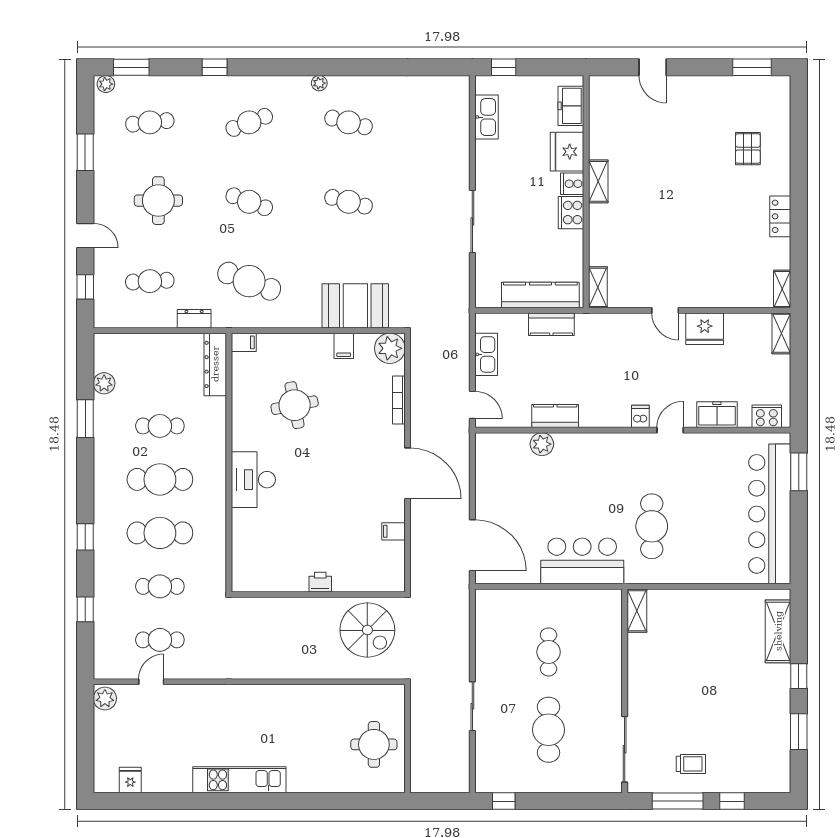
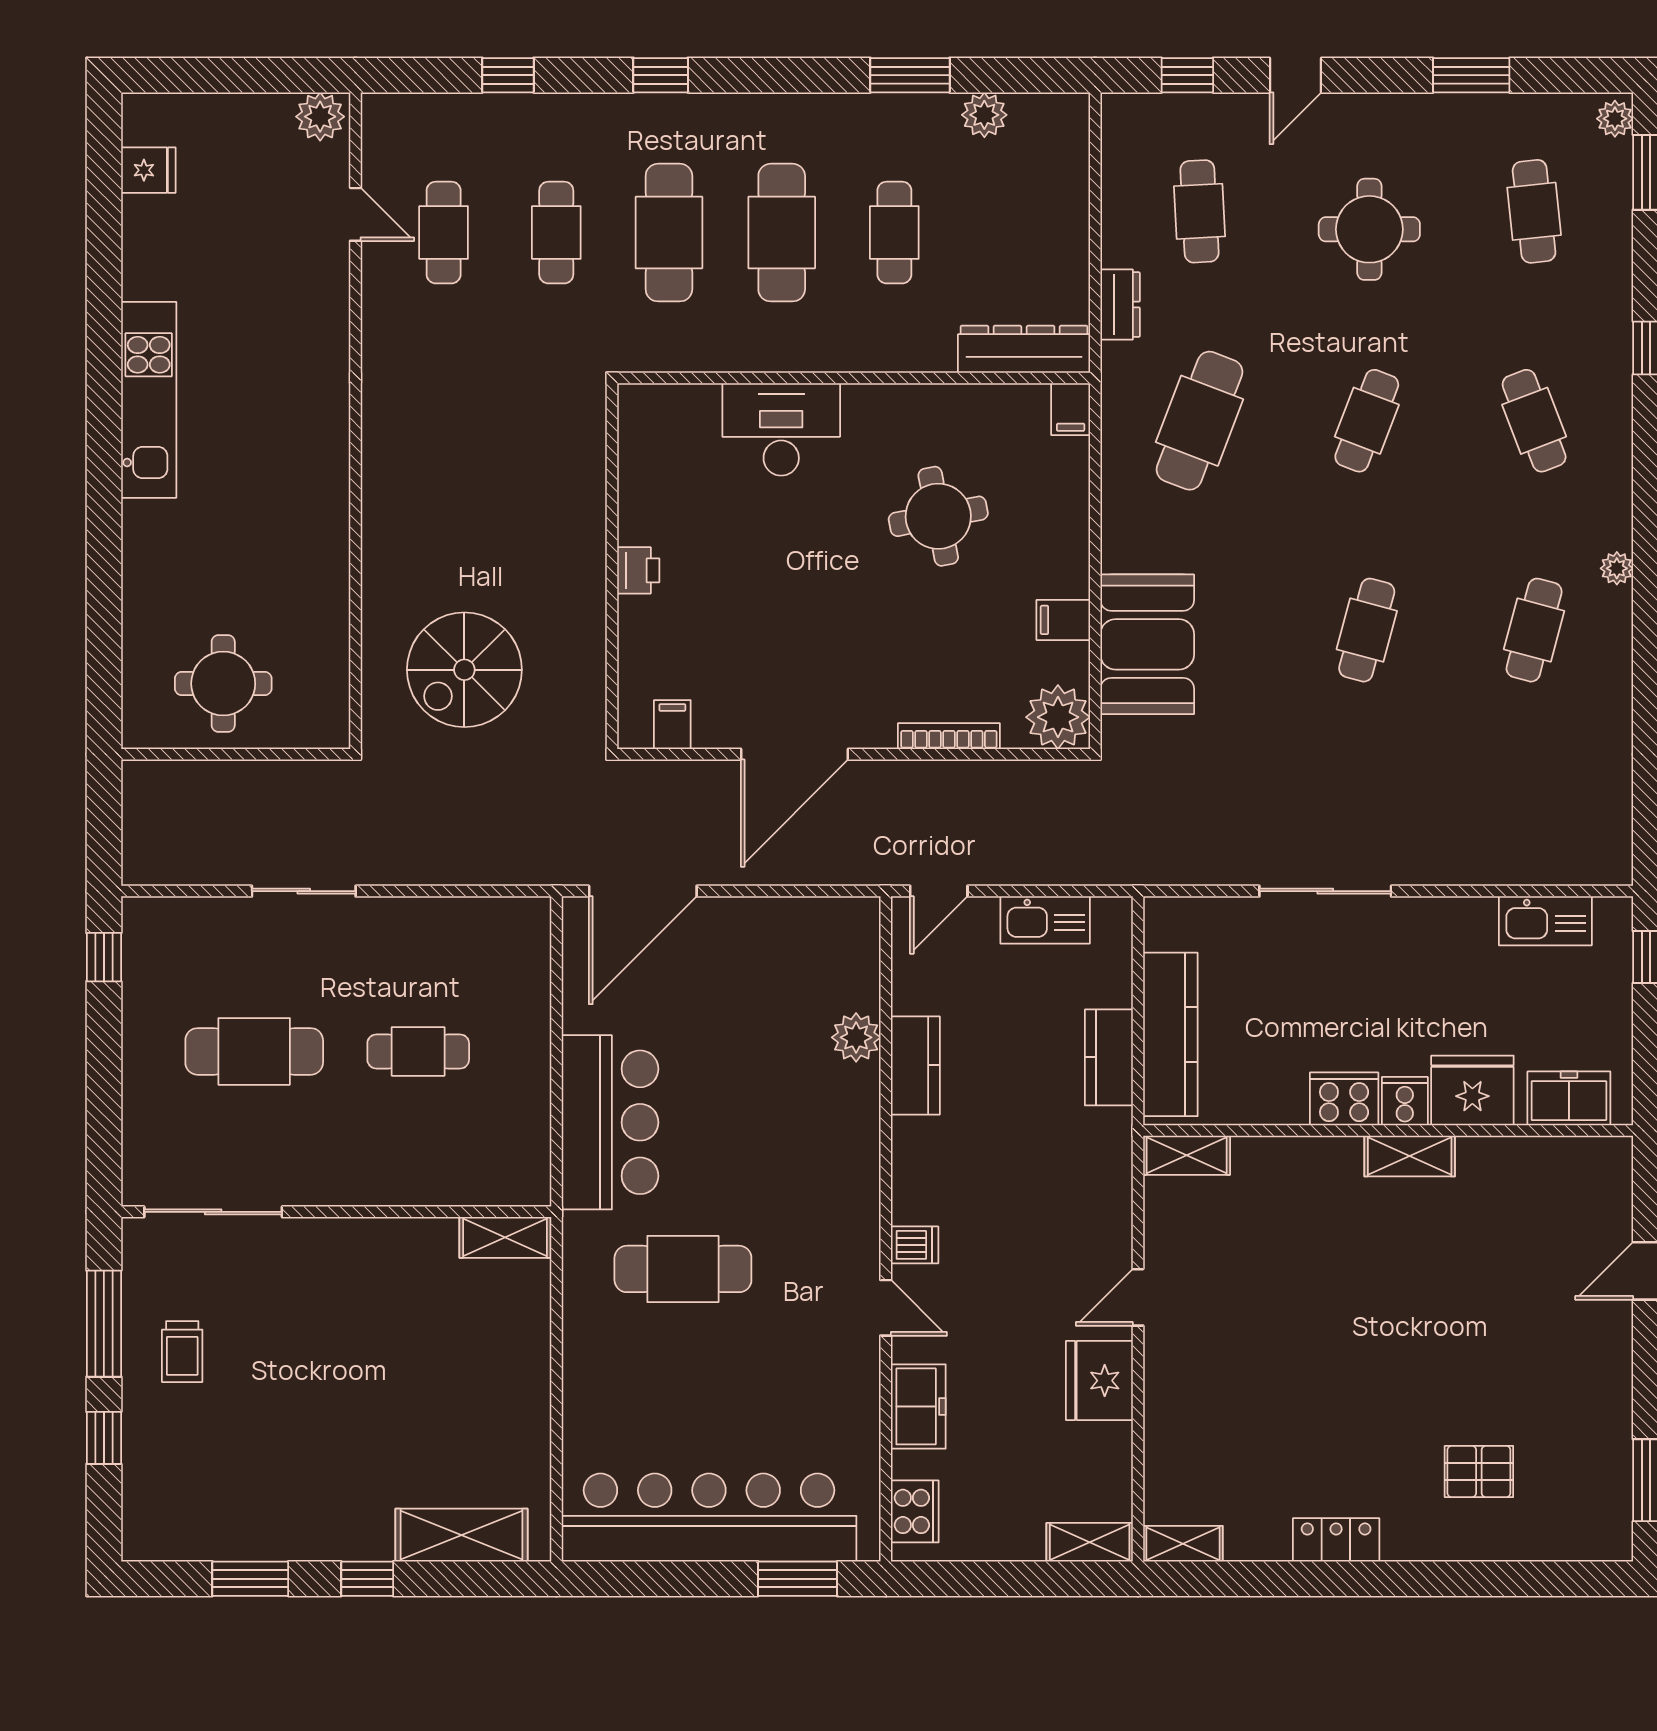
printer: (320, 582) -> (638, 570), moved
wall: (318, 594) -> (612, 566), moved

